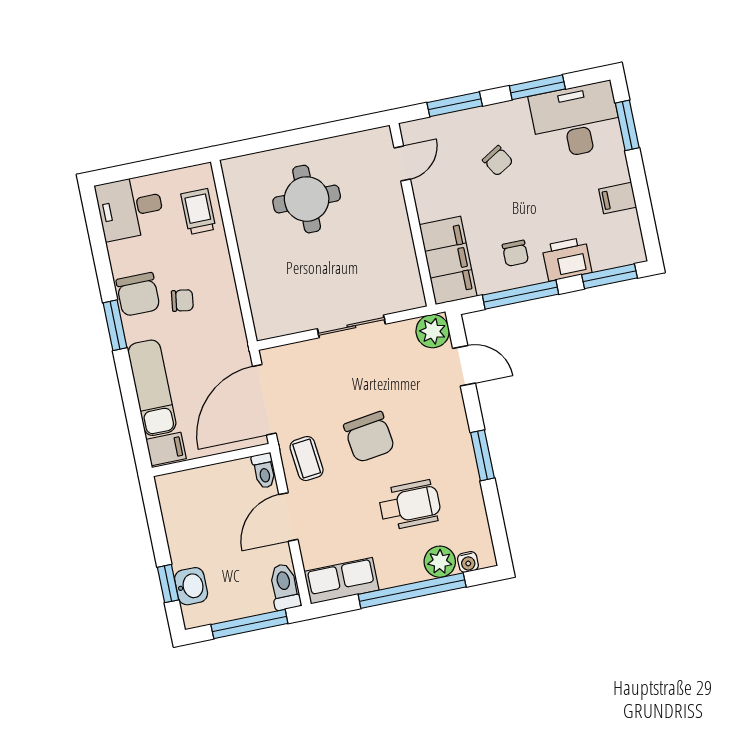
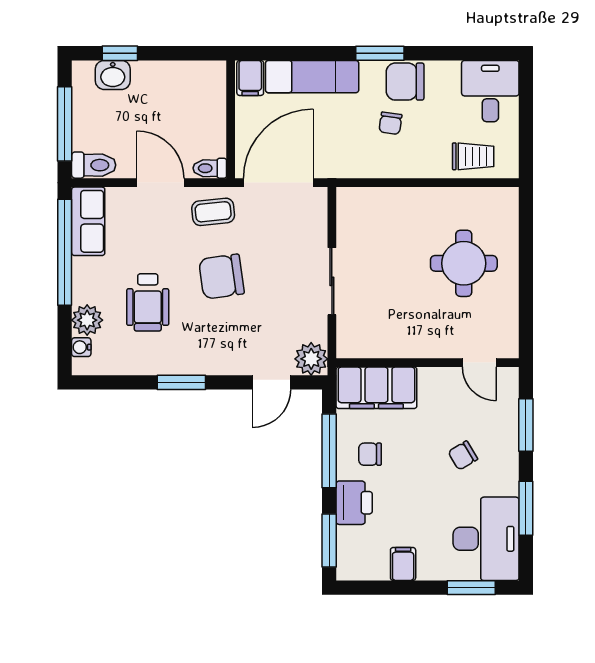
door: (264, 400) -> (278, 183), hinge flipped
window: (412, 591) -> (65, 252), moved

